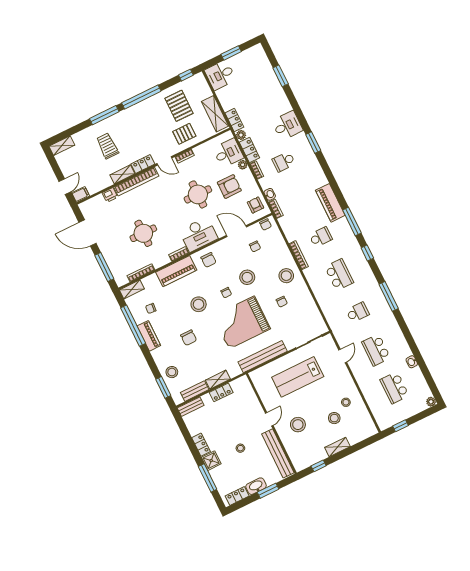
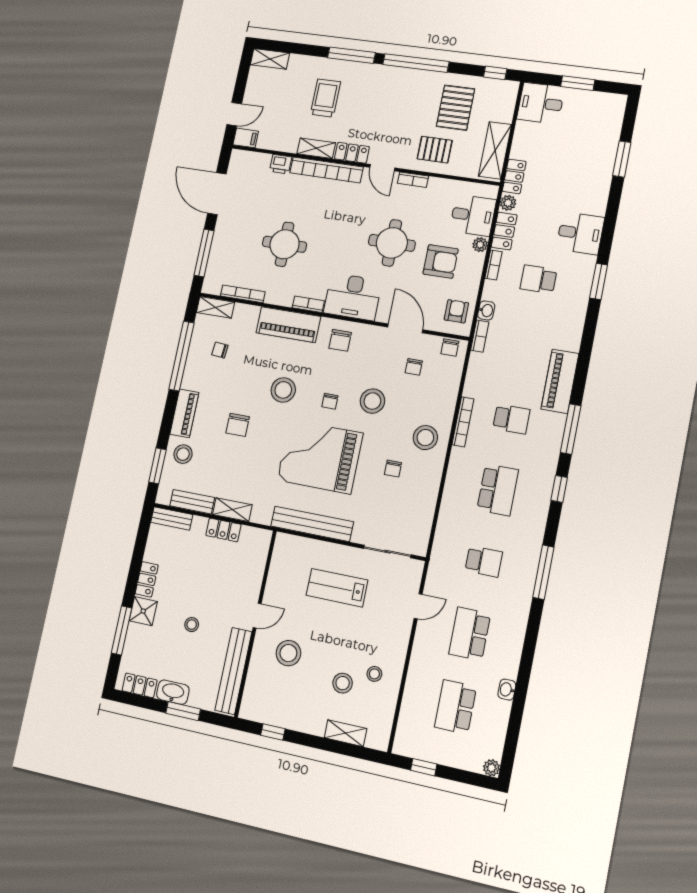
piano: (149, 336) -> (184, 413), moved
lab bench: (298, 377) -> (337, 588), width x0.73, depth x0.72
shelving: (337, 447) -> (345, 733), moved

